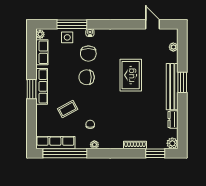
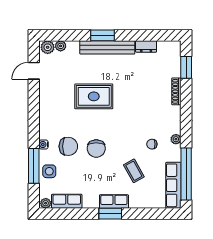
row of seats: (42, 86) -> (114, 202), width x0.68
plant: (172, 143) -> (48, 47), moved

